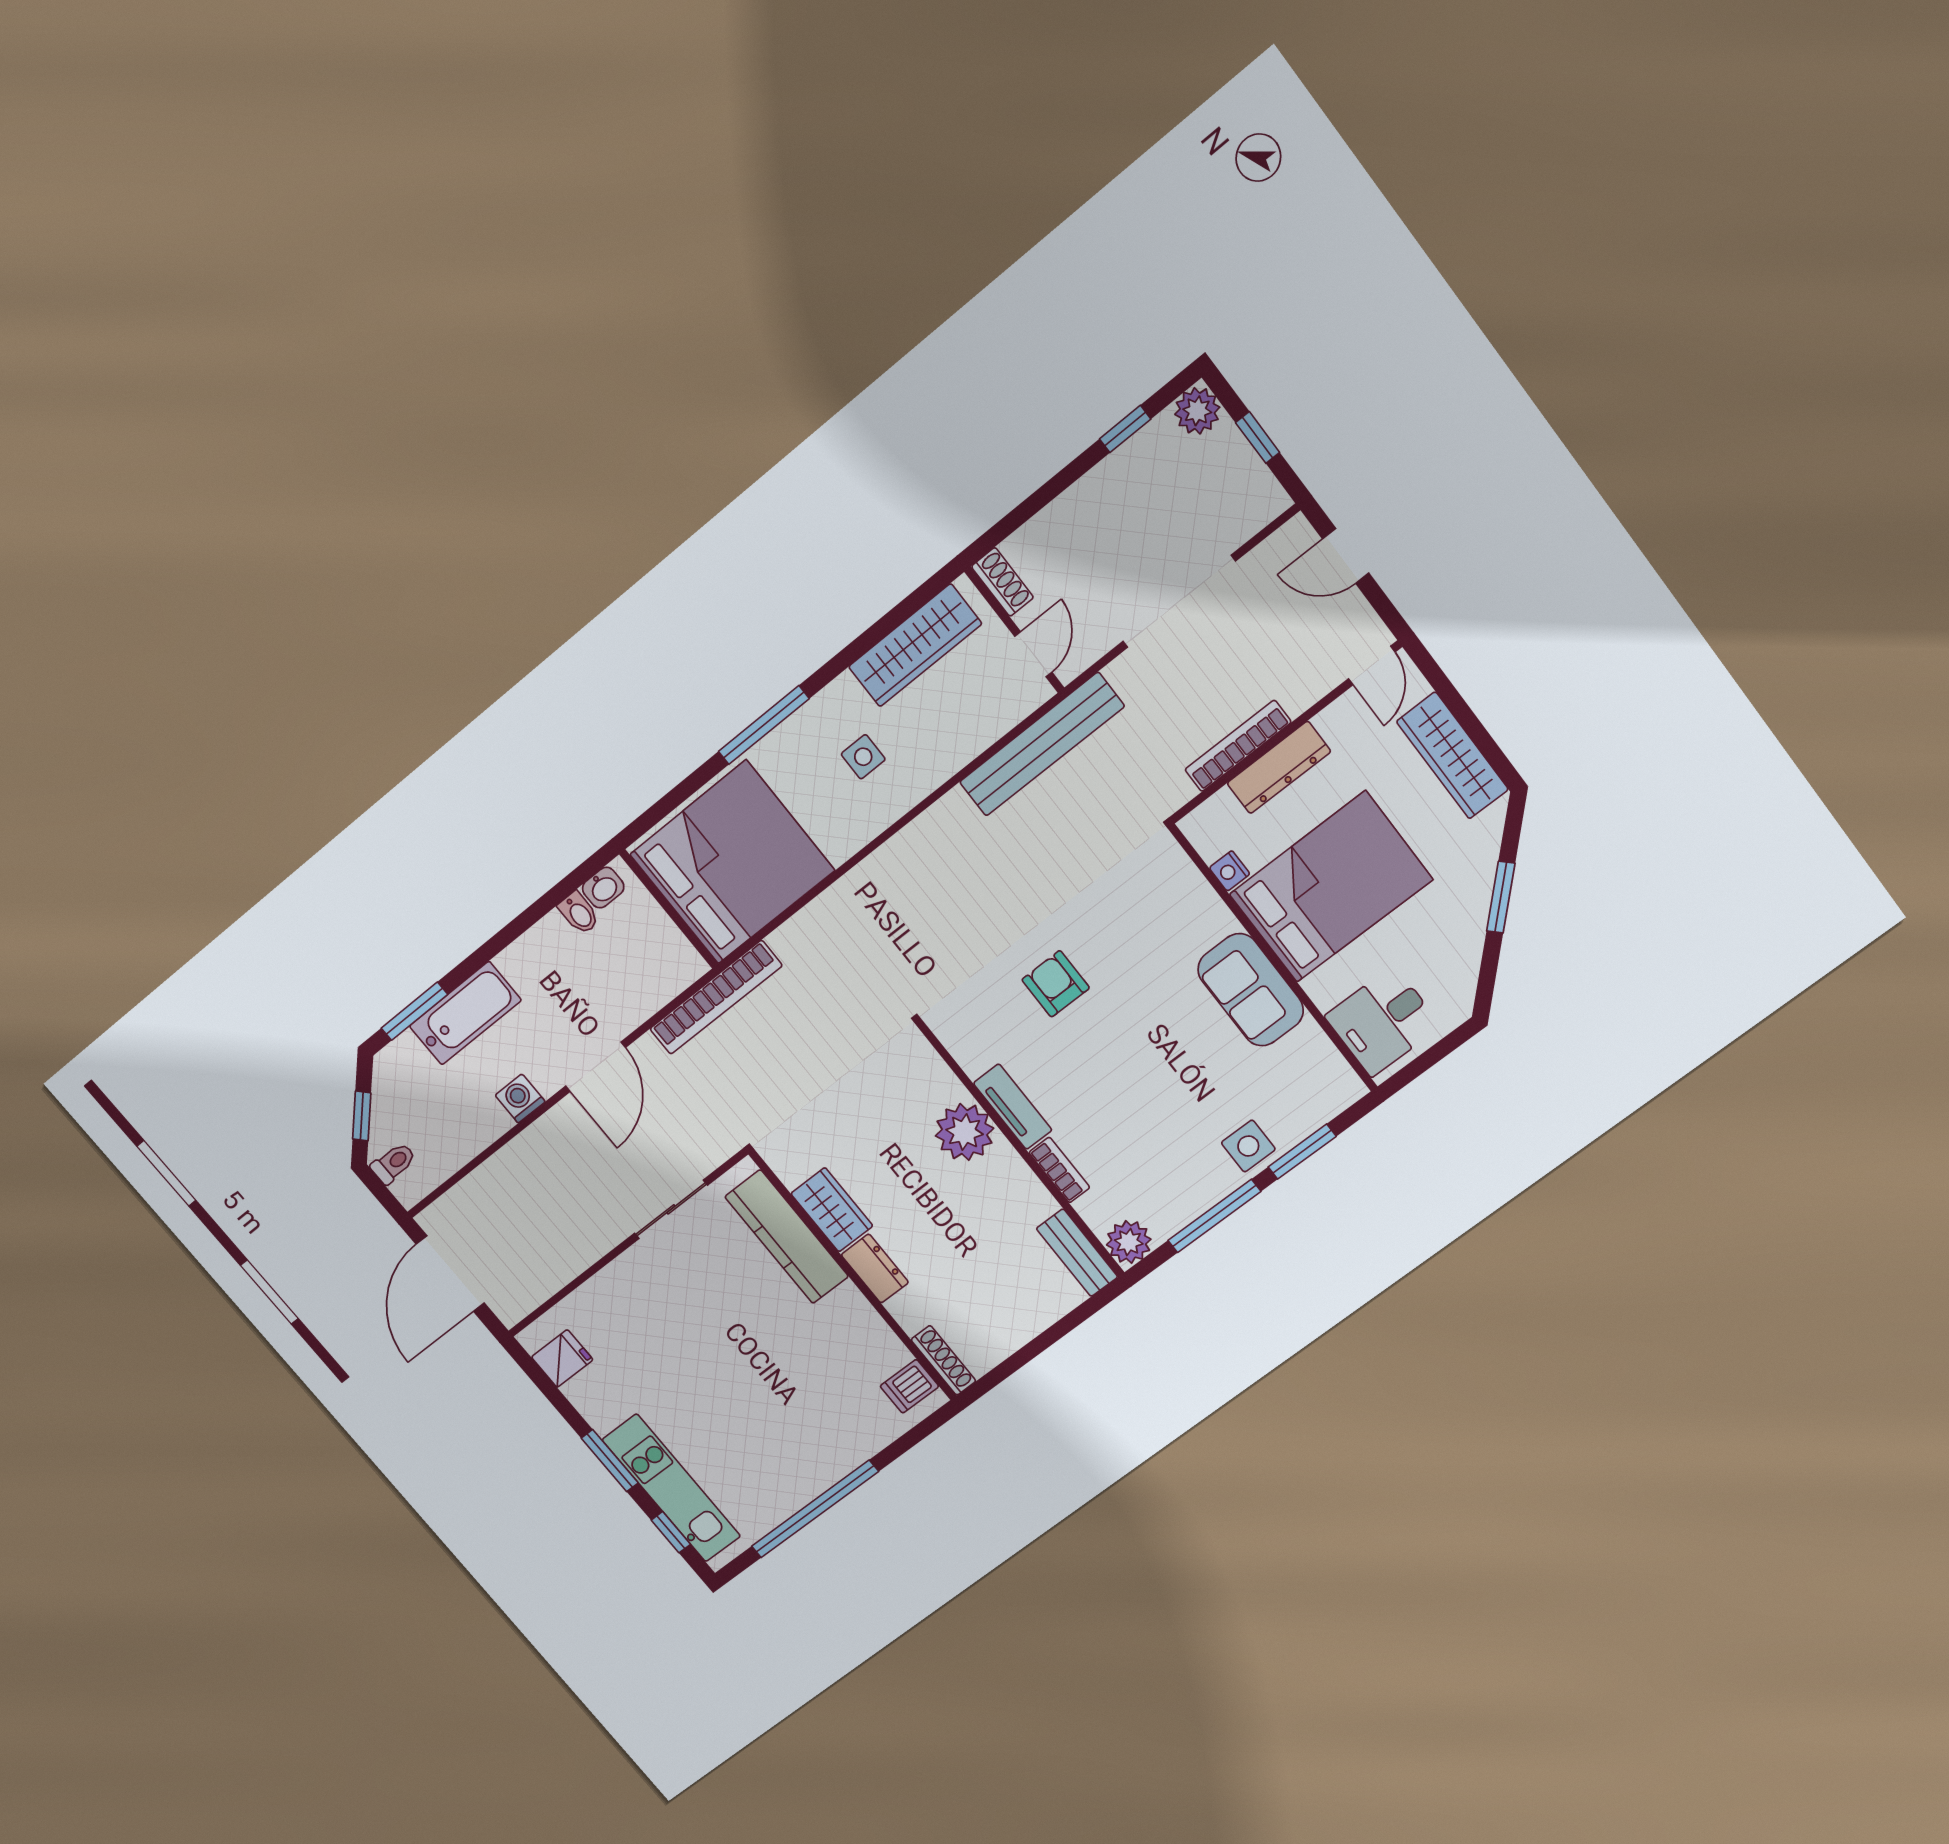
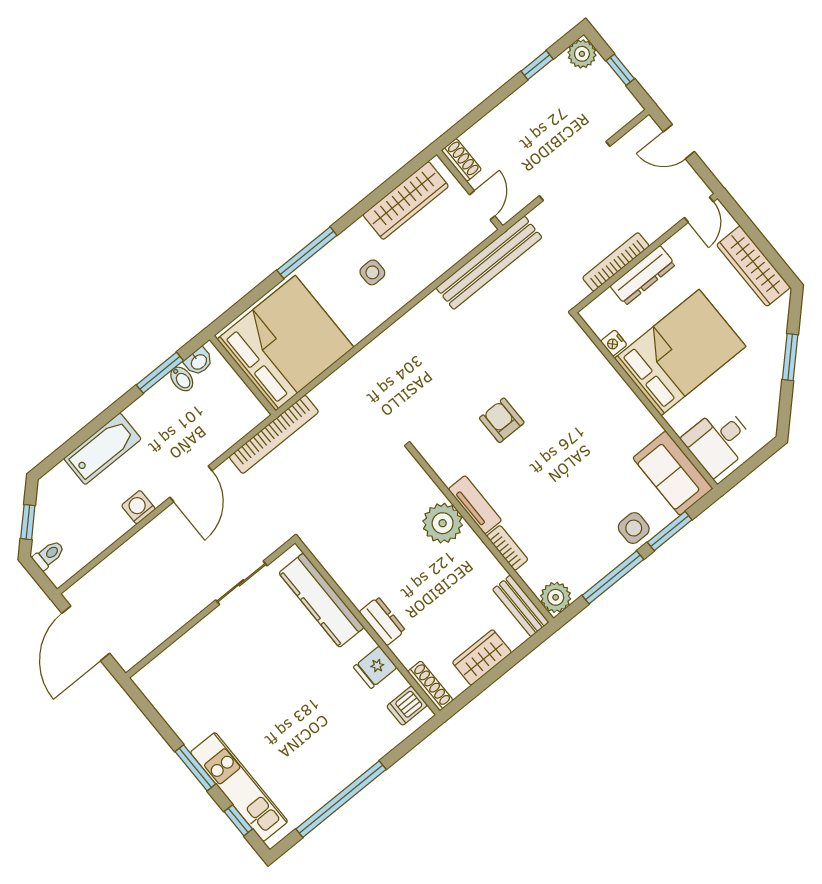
sofa: (1251, 990) -> (673, 473), moved
window: (414, 1011) -> (160, 373), moved
wardrobe: (832, 1210) -> (482, 657), moved, turned -90
fridge: (562, 1358) -> (375, 667), moved, turned 180

